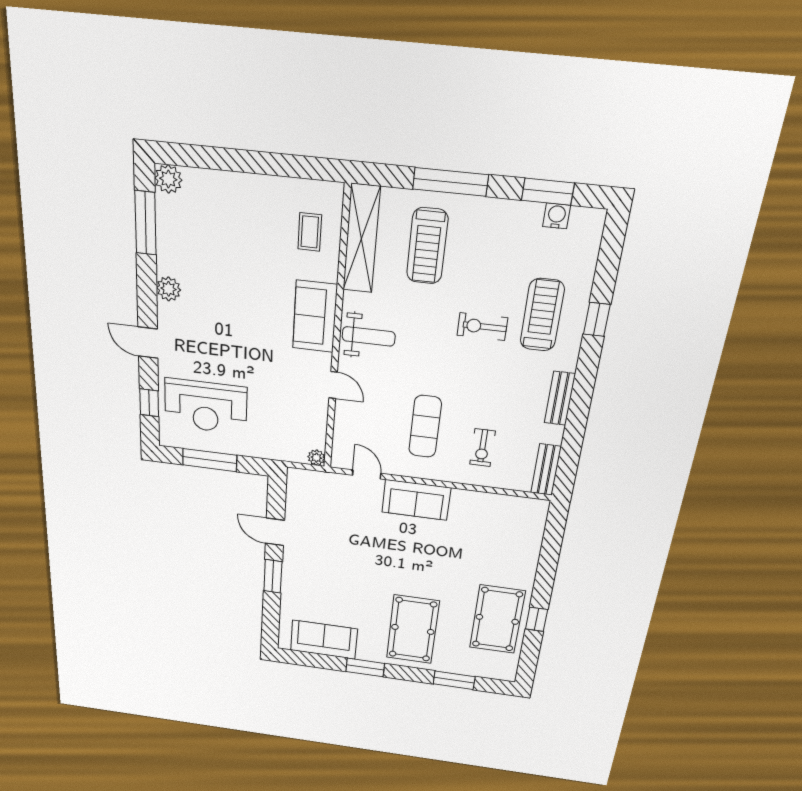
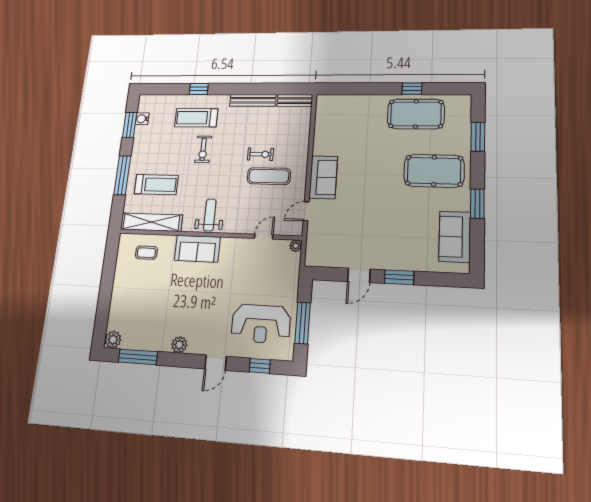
door: (333, 385) -> (264, 237), moved
bench: (560, 398) -> (253, 100), width x1.36
reception desk: (206, 406) -> (261, 324), turned 90
exercise bike: (483, 448) -> (260, 154), moved

